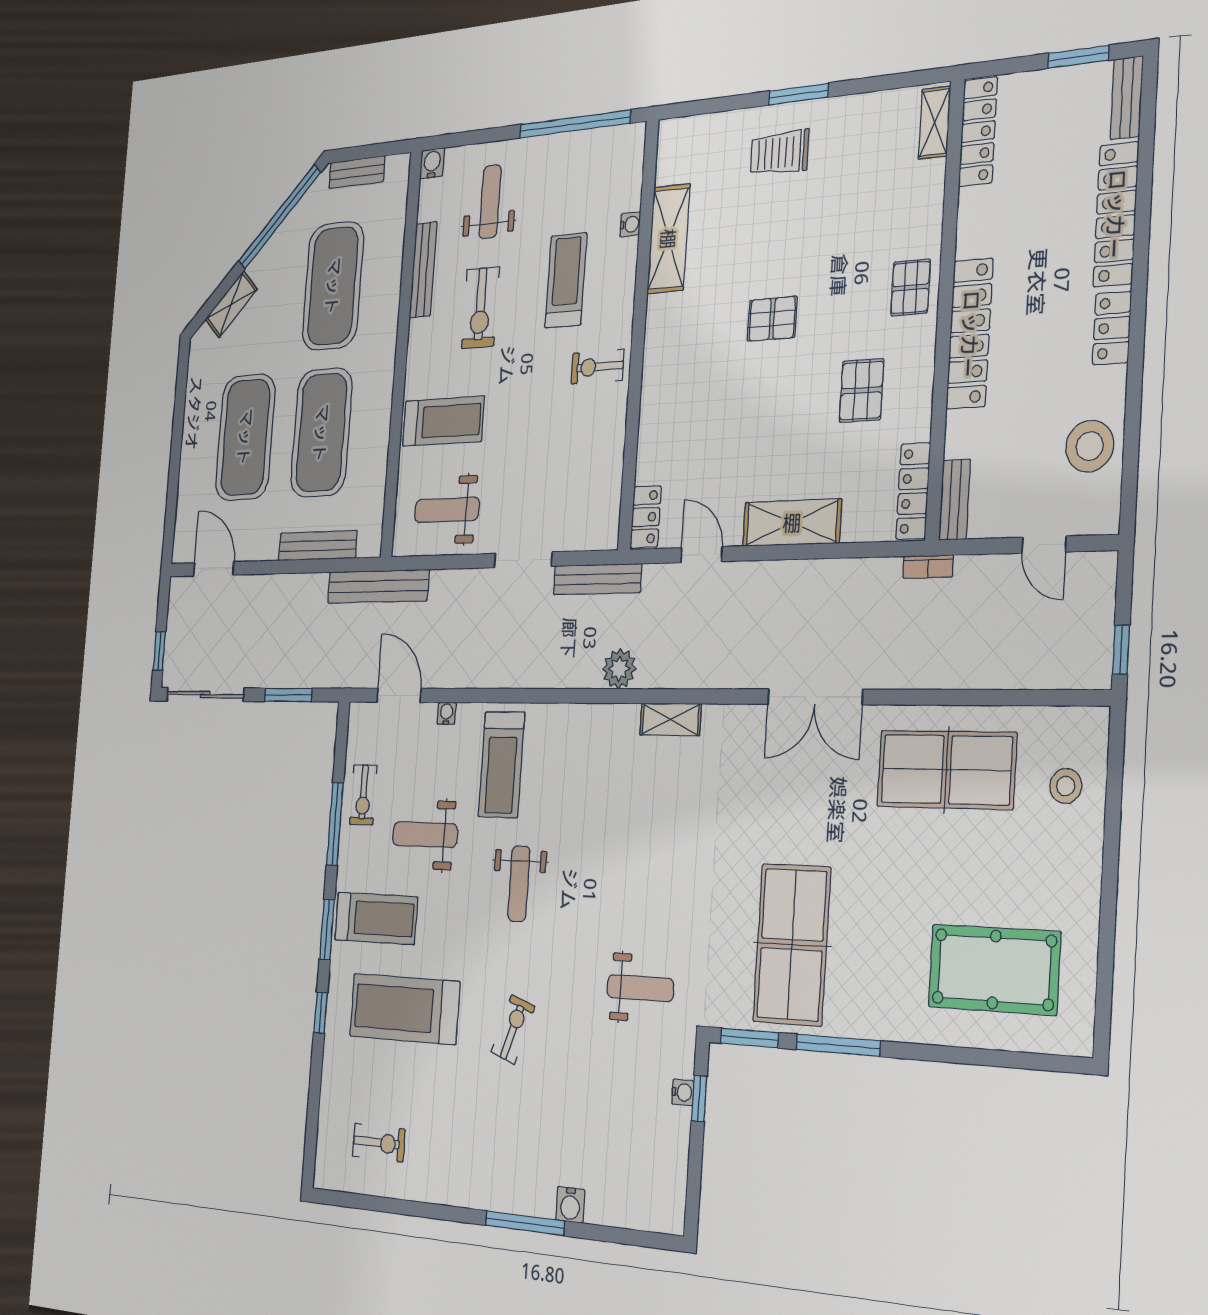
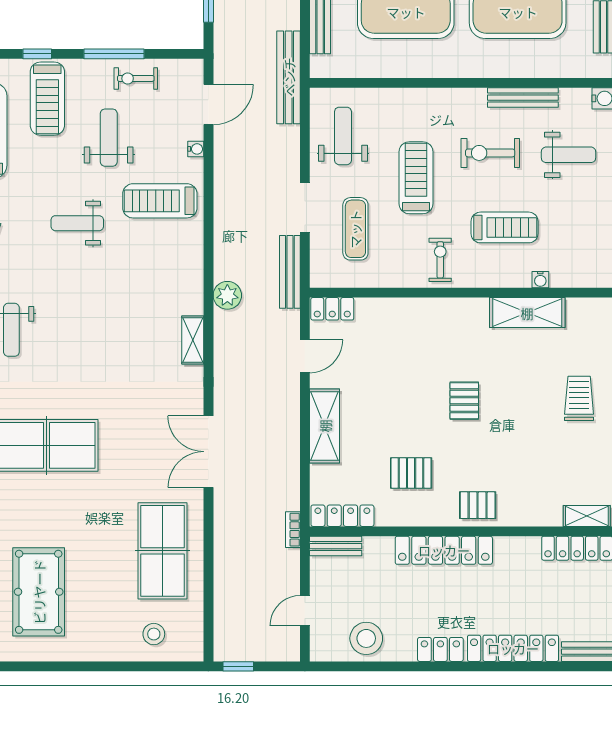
treadmill: (443, 421) -> (416, 178), moved, turned 180
exercise mat: (553, 488) -> (355, 229), added
window: (327, 929) -> (37, 54), width x0.67

